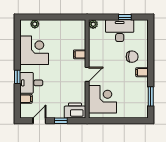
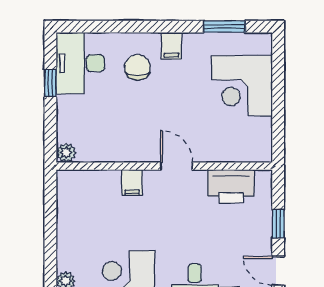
desk: (120, 31) -> (80, 63), moved
corner desk: (103, 99) -> (242, 86), moved, turned -90
printer: (75, 111) -> (231, 186), moved, turned -90

